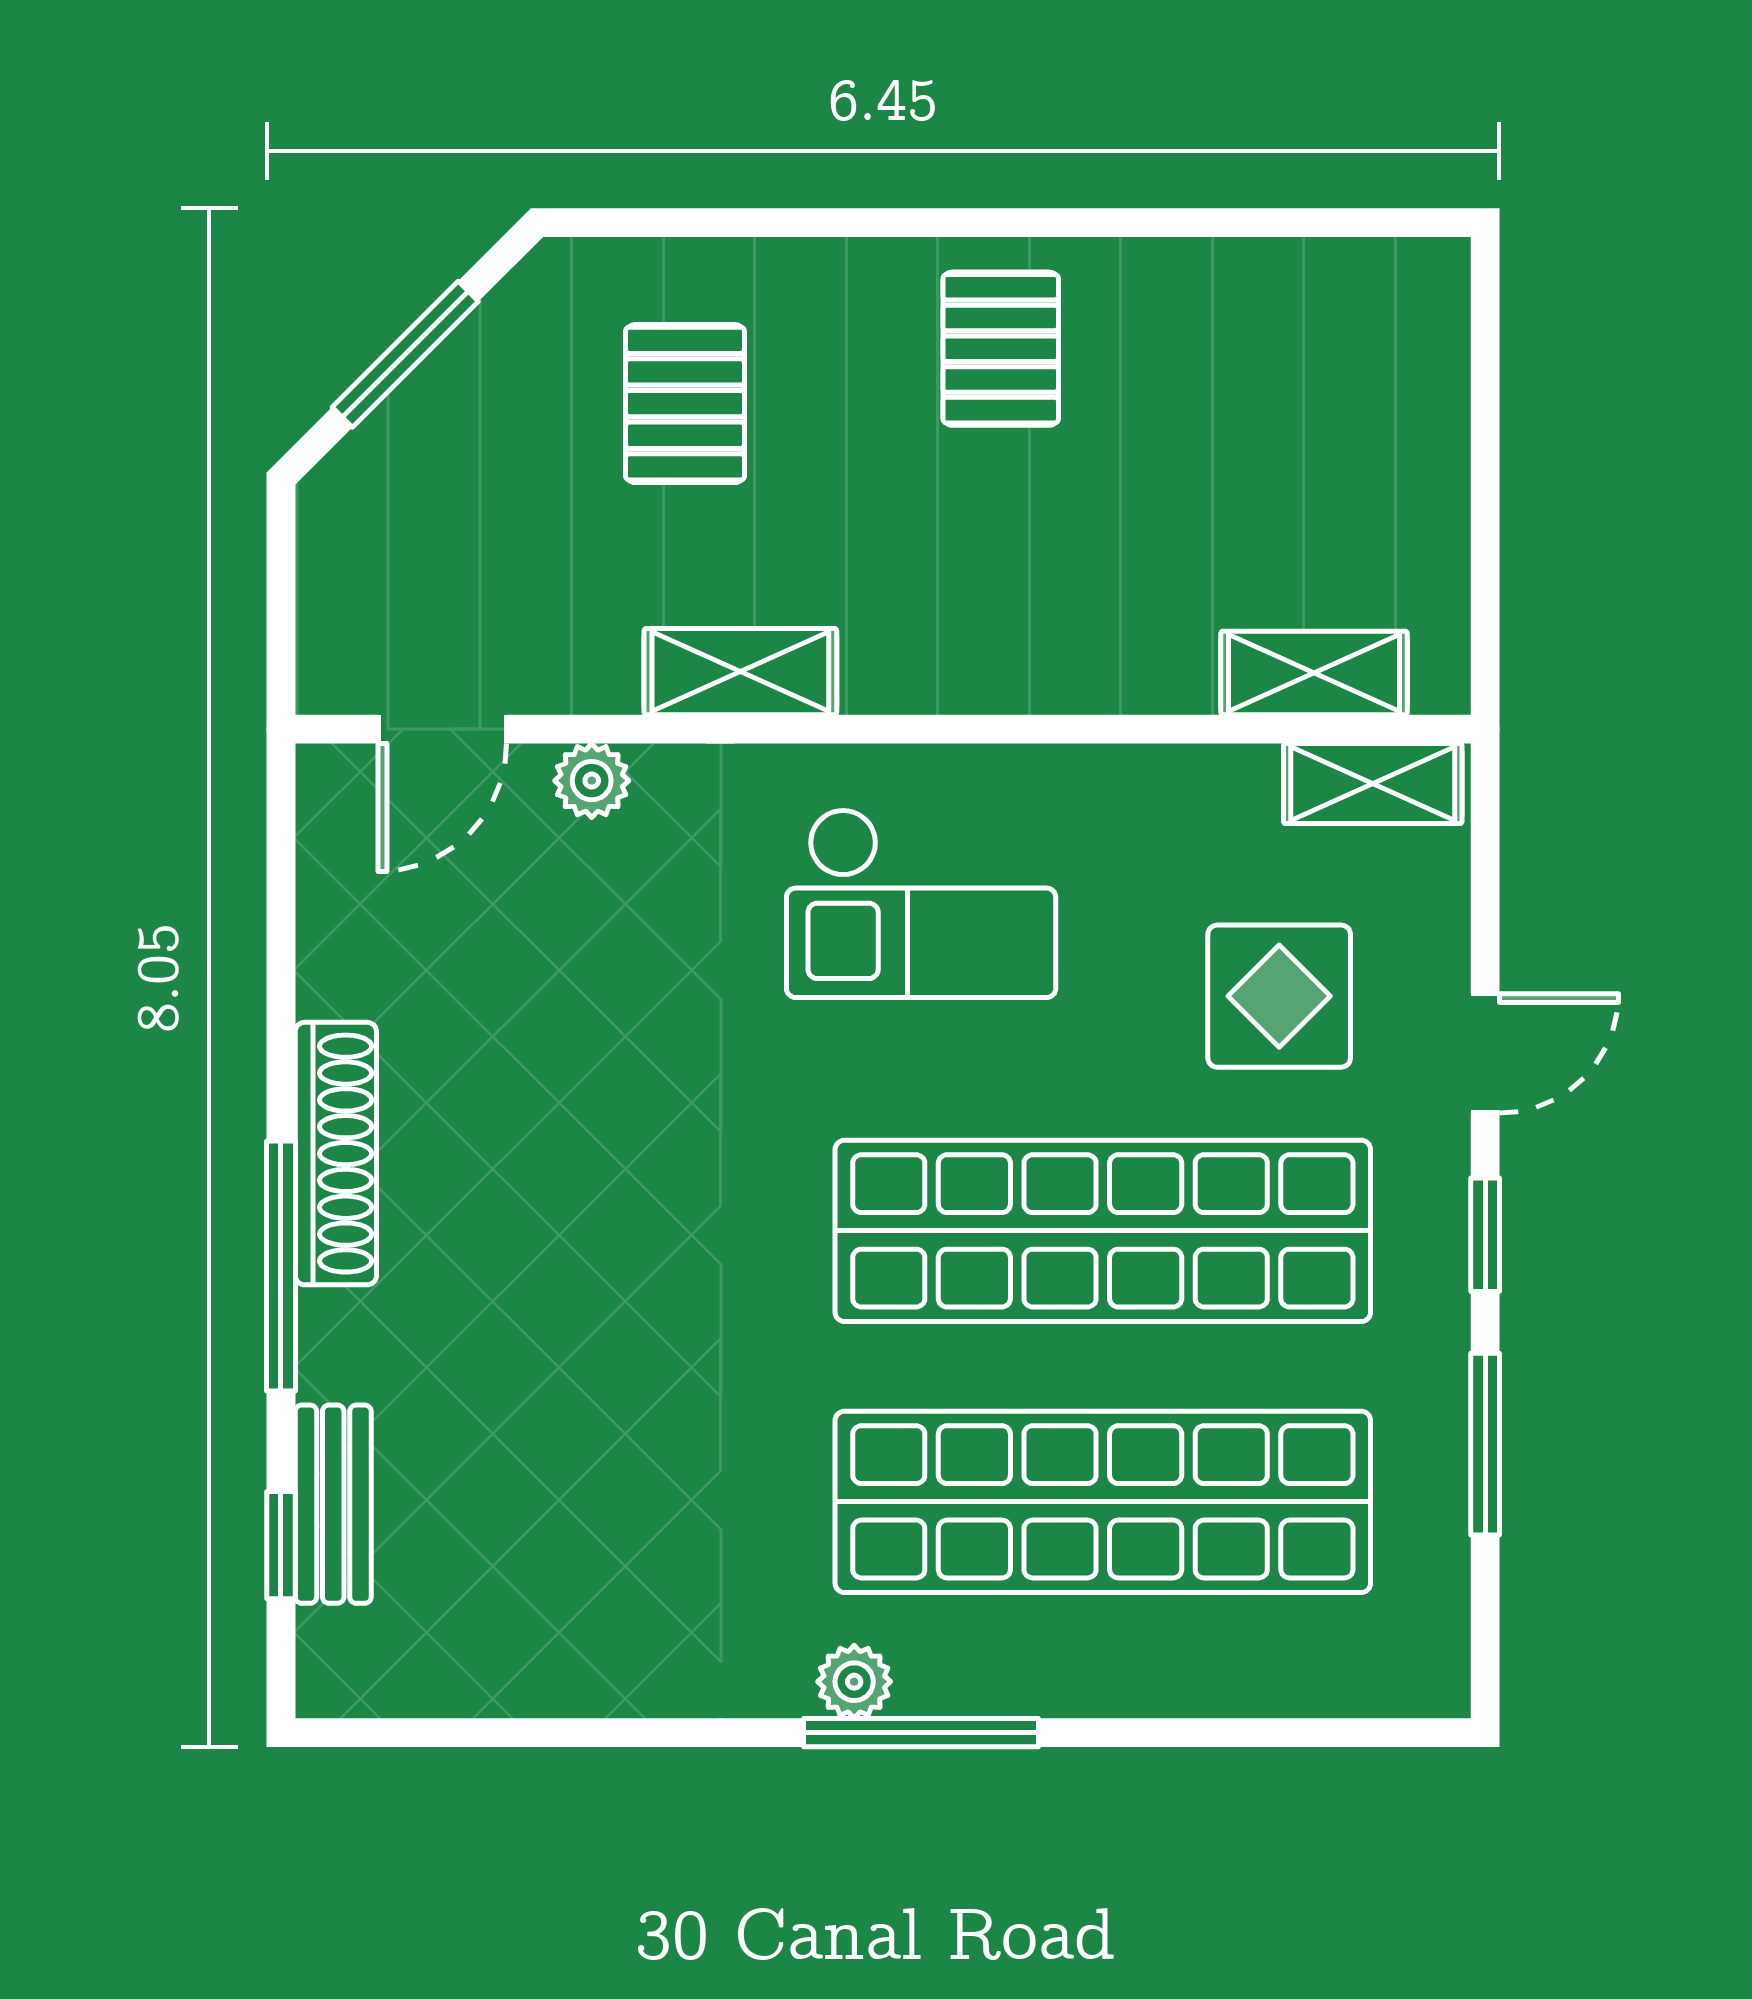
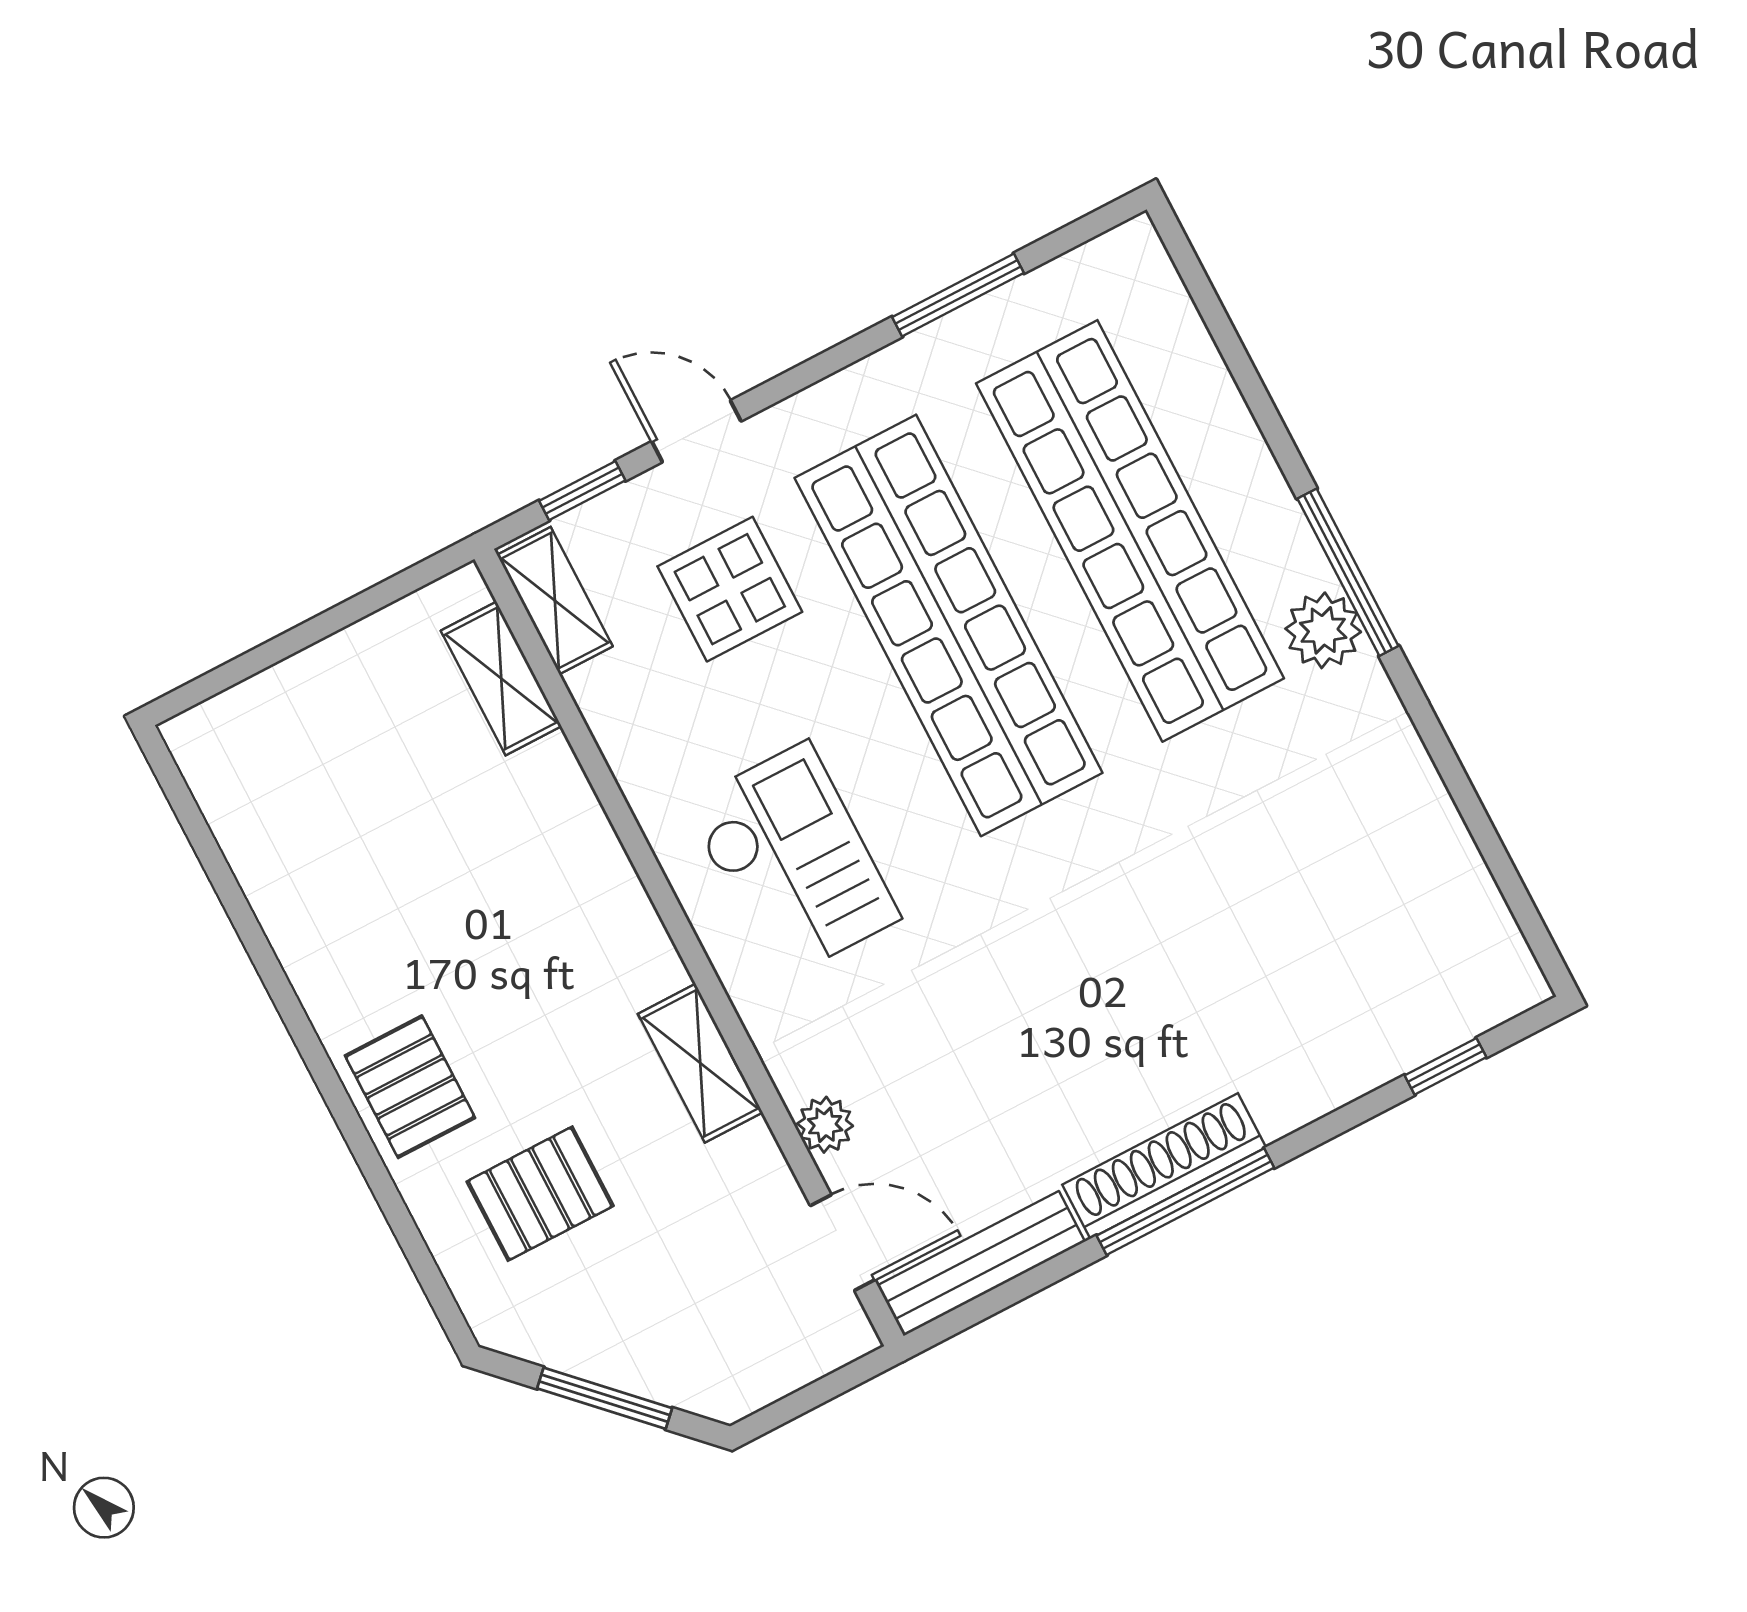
pallet: (1001, 349) -> (410, 1087), moved, turned 90
window: (1485, 1235) -> (582, 491), moved
window: (281, 1266) -> (1185, 1202), moved
bench: (333, 1504) -> (981, 1263), moved, width x1.36
plant: (854, 1682) -> (1323, 630), width x1.38, depth x1.38

